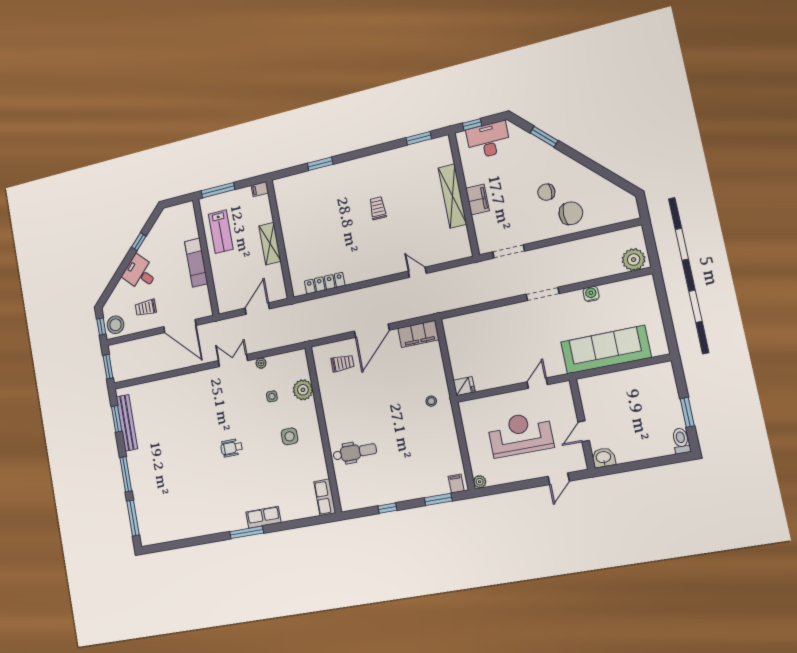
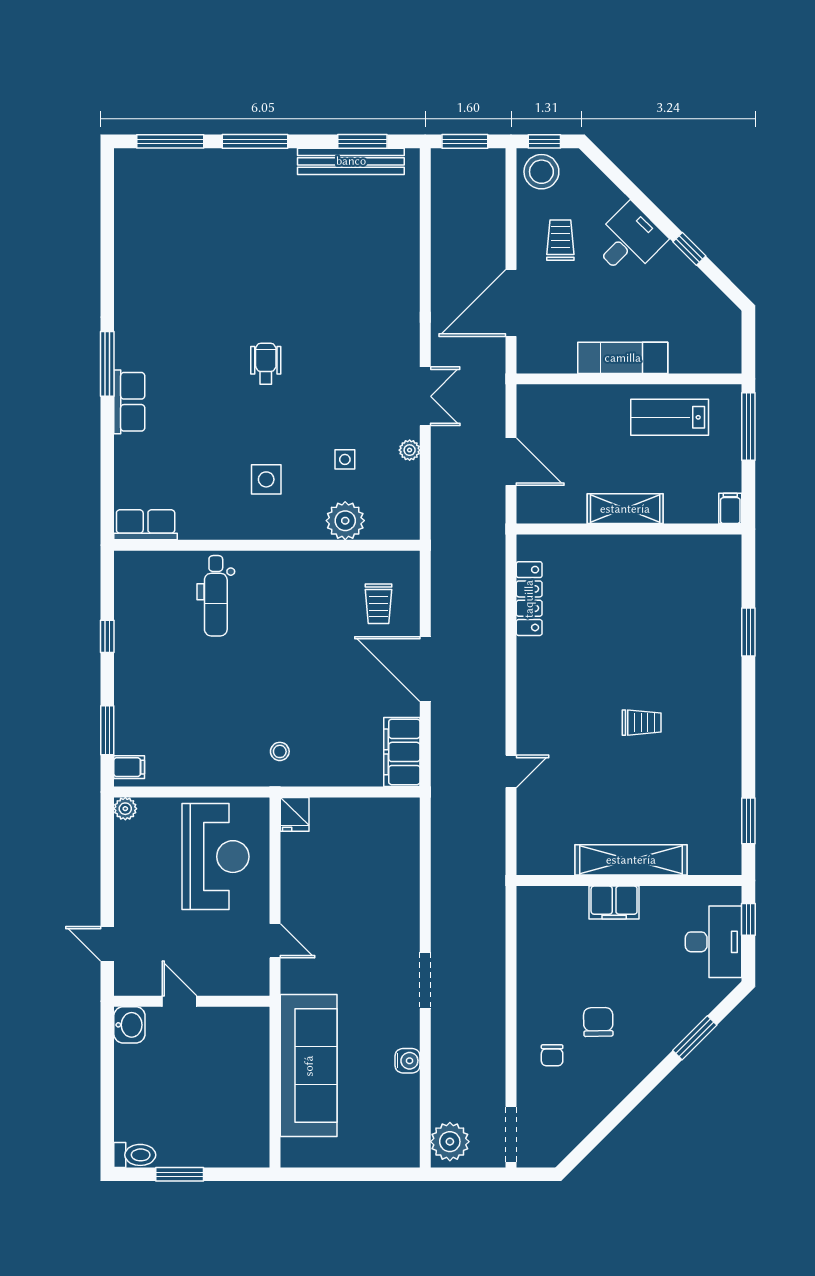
chair: (571, 213) -> (552, 1055), width x0.54, depth x0.54
doorway: (509, 251) -> (511, 1134), moved
reception desk: (520, 434) -> (216, 857), moved

